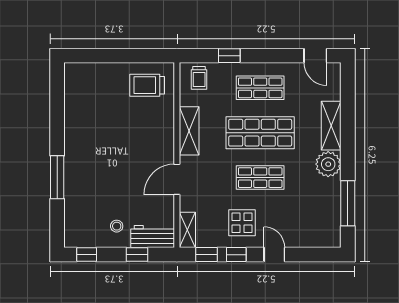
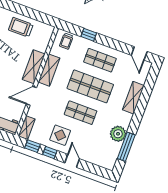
trolley: (147, 85) -> (21, 27), moved
shelving: (164, 135) -> (34, 67), added
plant: (328, 164) -> (118, 134), moved

